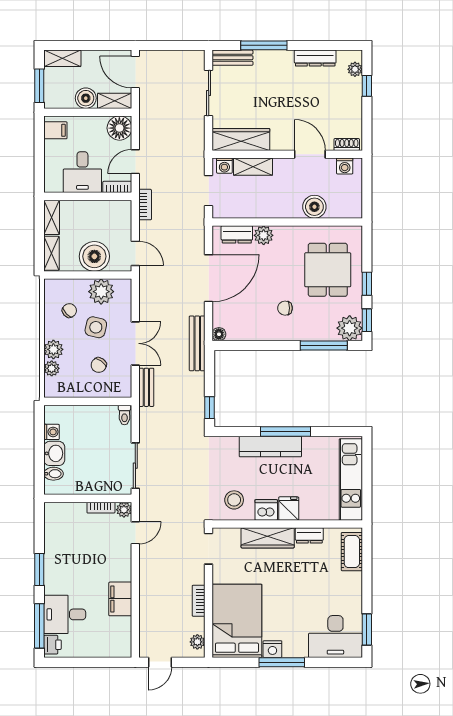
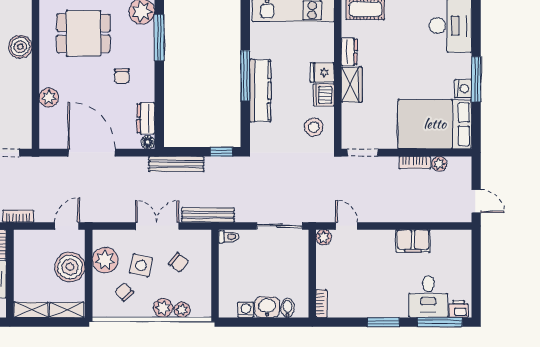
dresser: (237, 234) -> (146, 118), moved, turned 180
bench: (197, 343) -> (176, 164), moved
bench: (146, 387) -> (208, 215), width x1.36
bookcase: (101, 508) -> (321, 304), moved
wardrobe: (268, 538) -> (352, 85), width x0.67
plant: (197, 642) -> (439, 164), moved

